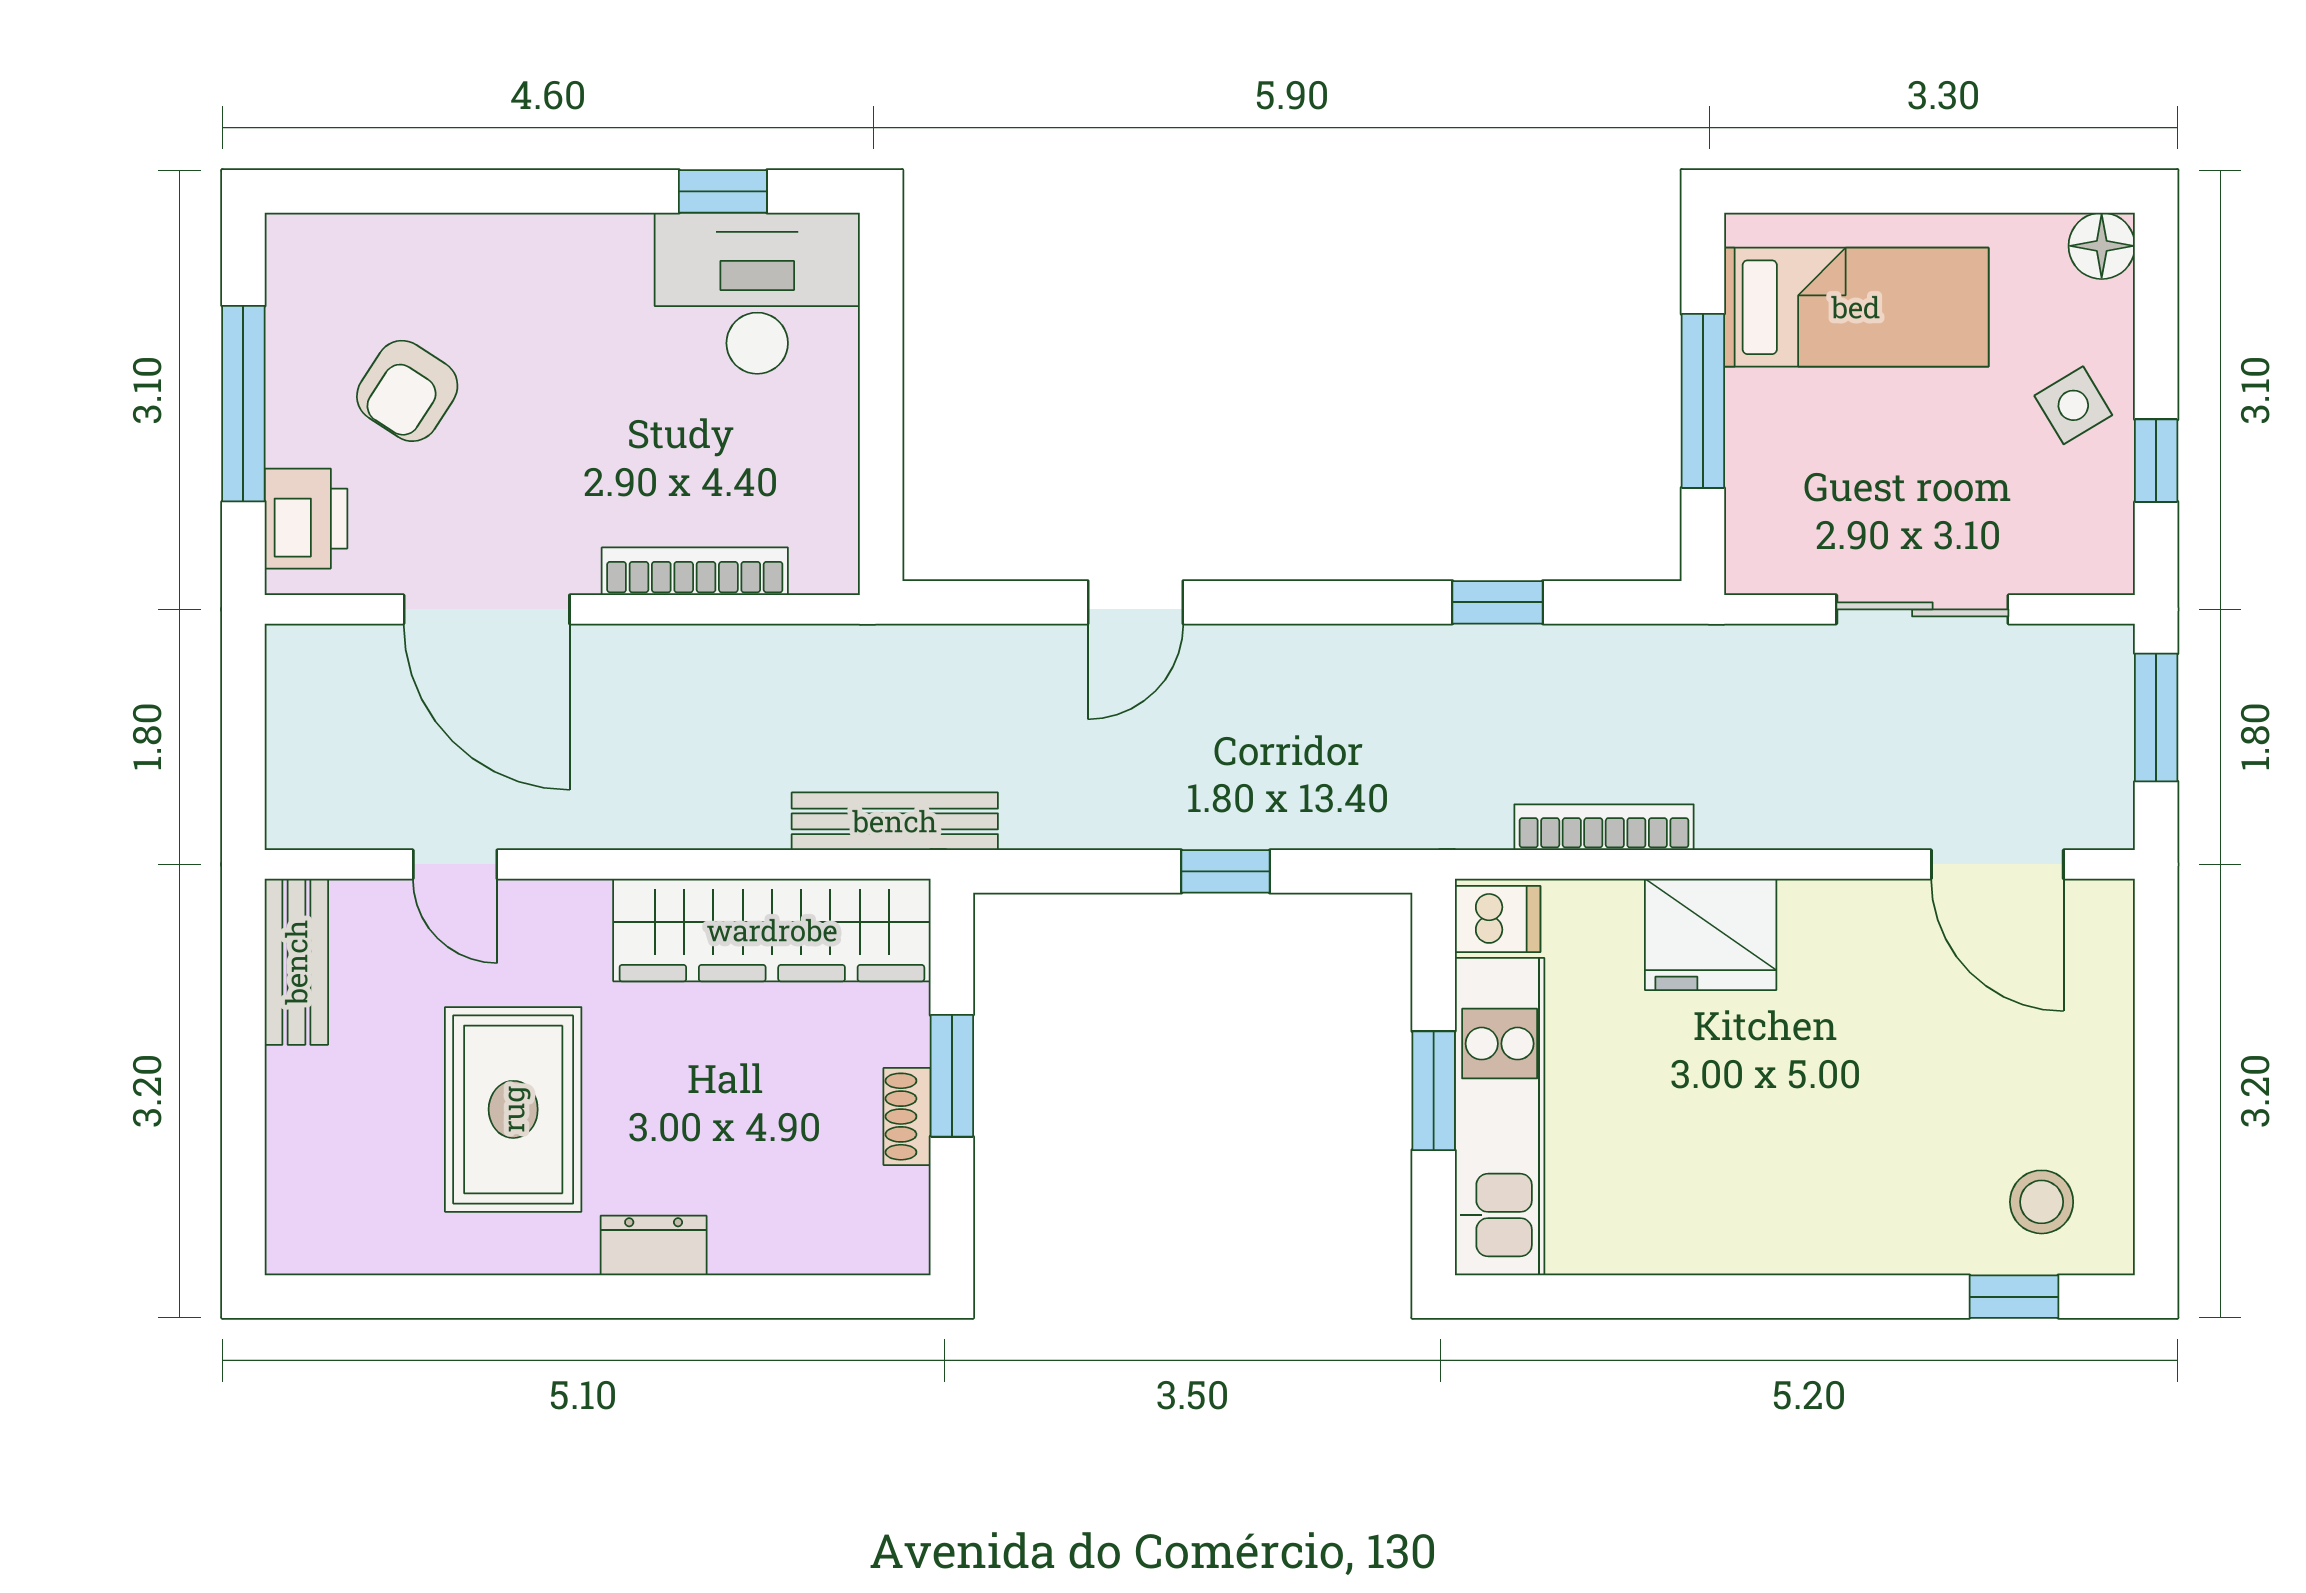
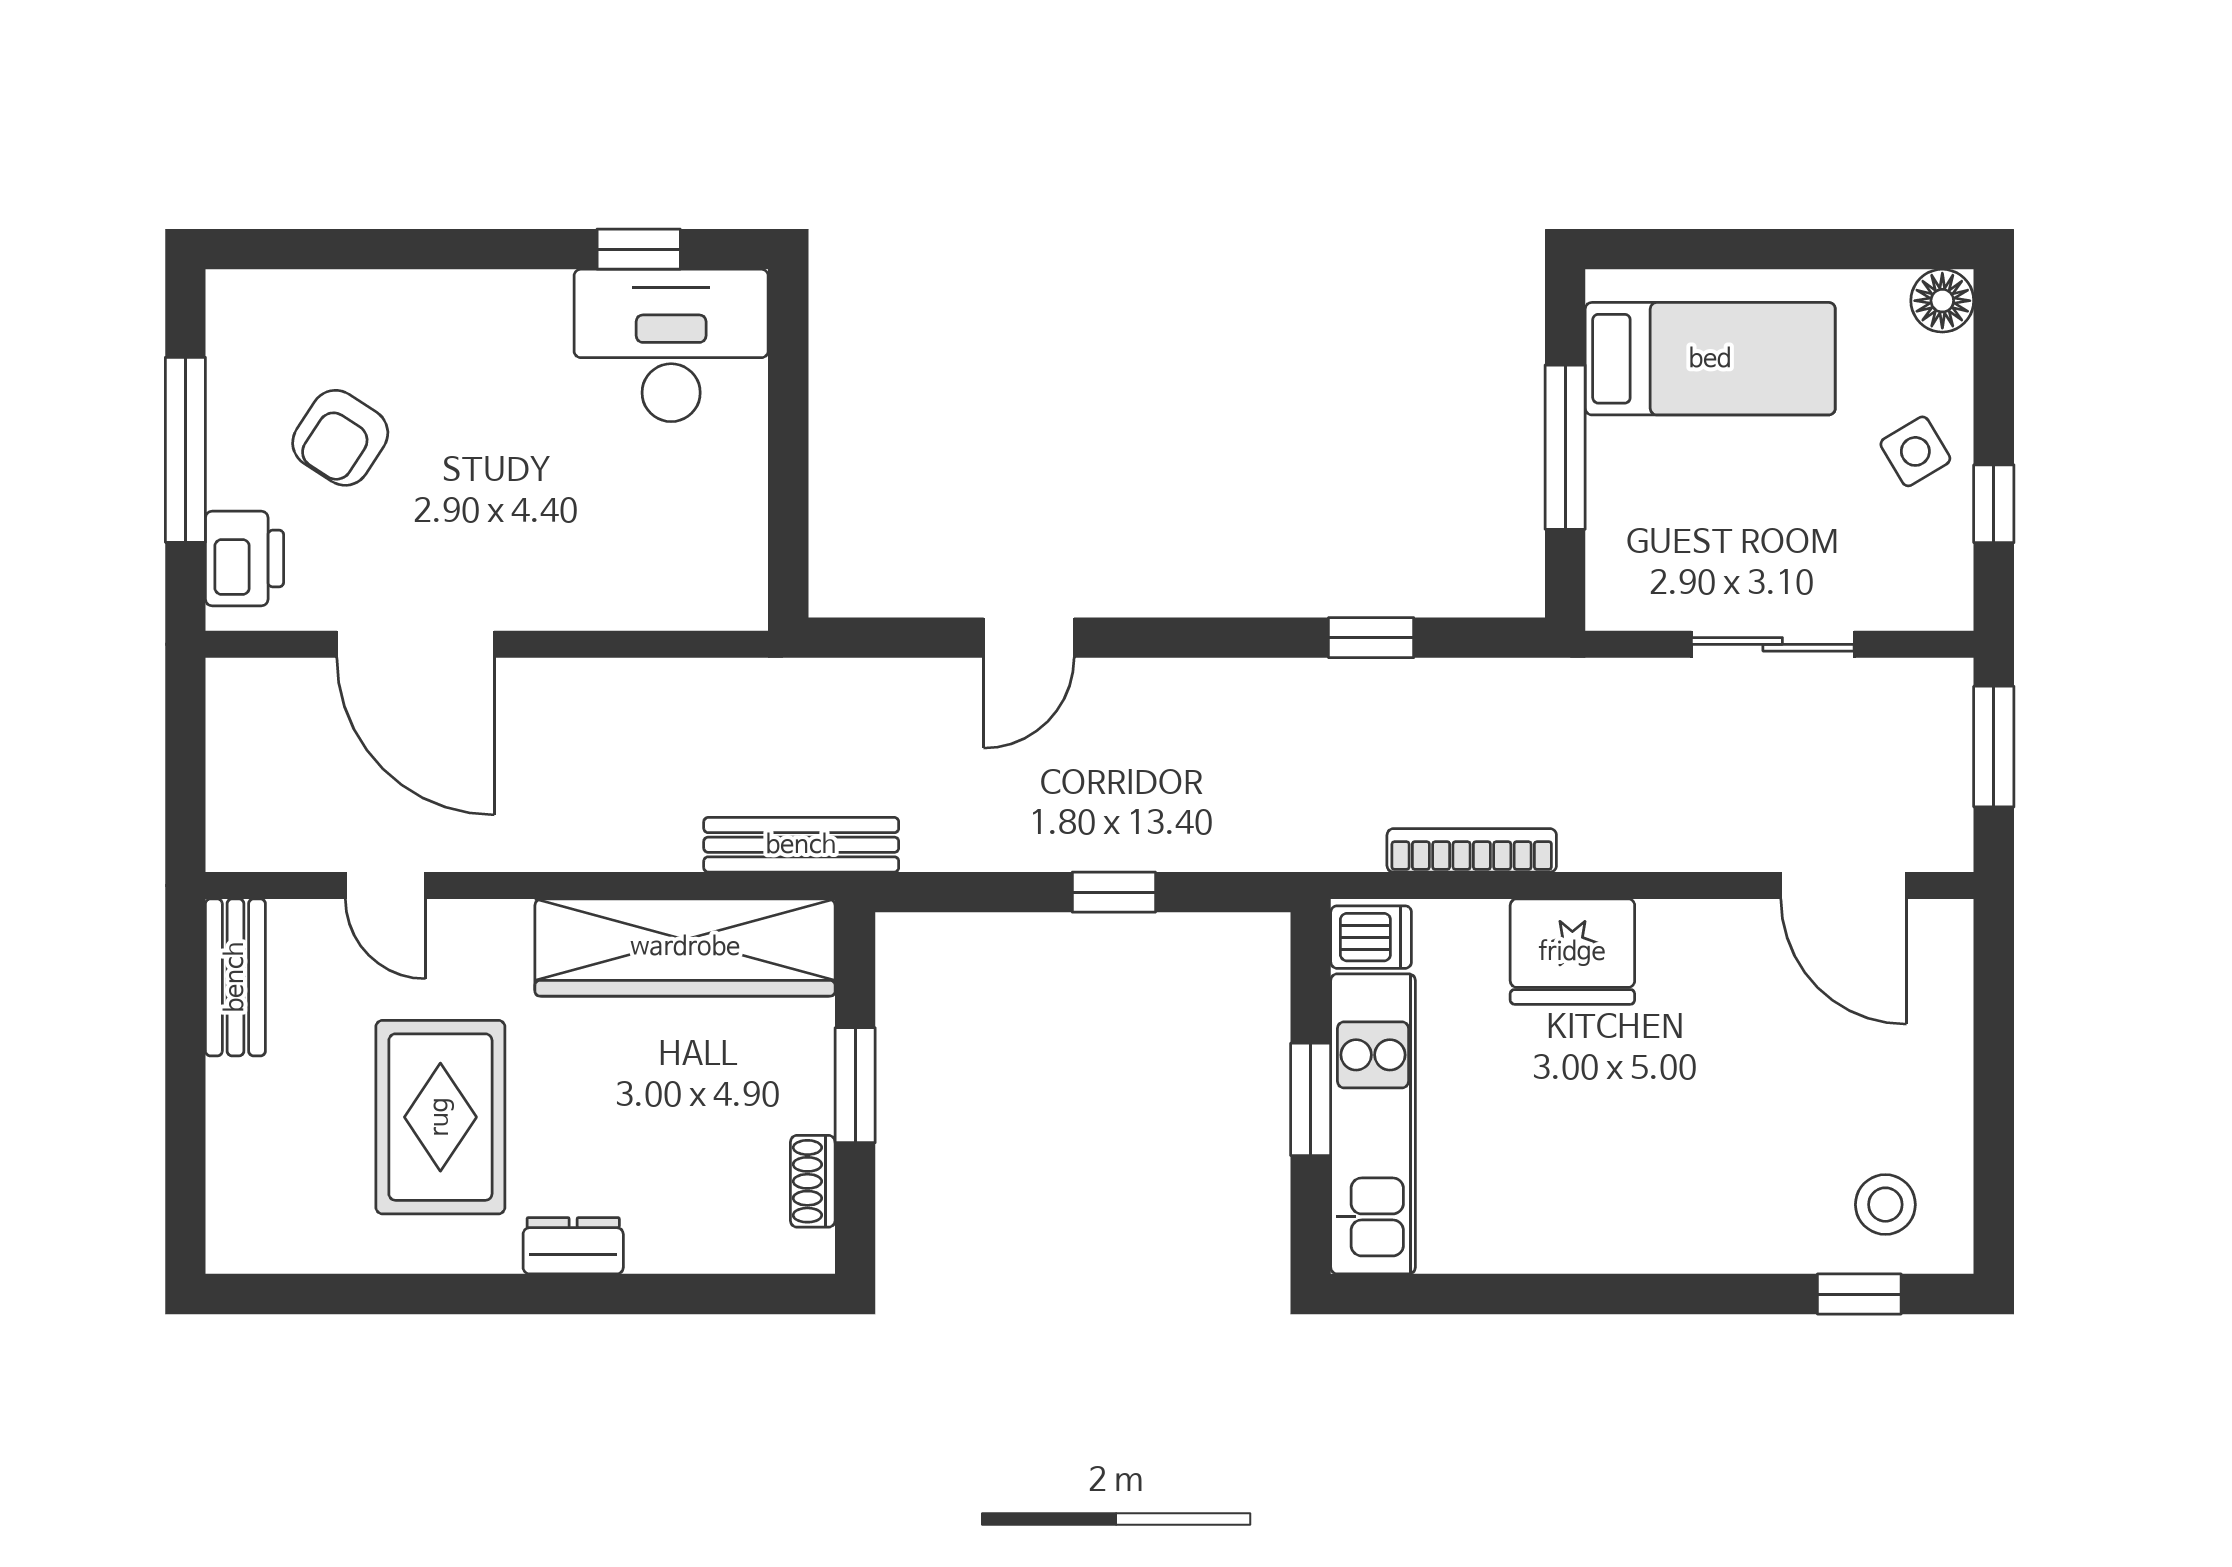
bookcase: (695, 571) -> (612, 608), removed
shoe rack: (907, 1117) -> (813, 1181), moved

